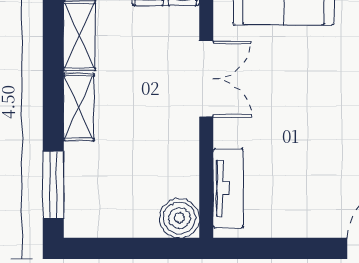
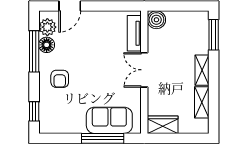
double door: (206, 79) -> (144, 70), moved

